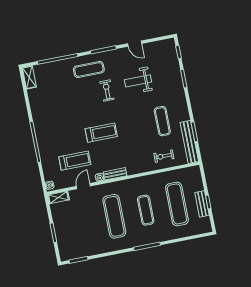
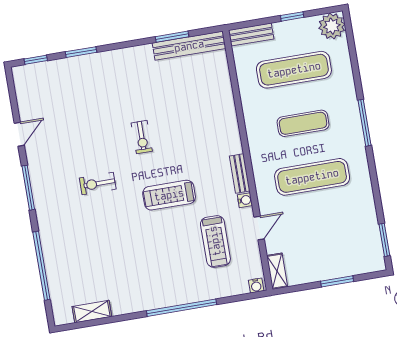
exercise mat: (89, 69) -> (61, 213), removed
shelving: (29, 77) -> (92, 311), moved
weight bench: (138, 81) -> (83, 130), removed
exercise mat: (162, 121) -> (152, 91), removed
treadmill: (101, 133) -> (169, 195), turned -90
exercise bike: (164, 156) -> (142, 137), moved
treadmill: (75, 161) -> (215, 241), turned 180
door: (83, 186) -> (259, 228), swing flipped
bench: (202, 204) -> (251, 35), moved
plant: (203, 225) -> (332, 26), added

